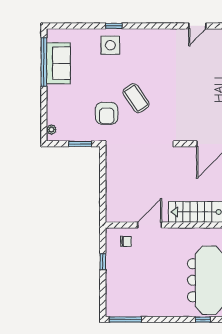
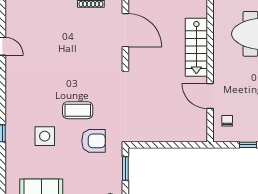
side table: (110, 45) -> (45, 136), moved
coffee table: (136, 98) -> (78, 110), turned 34

